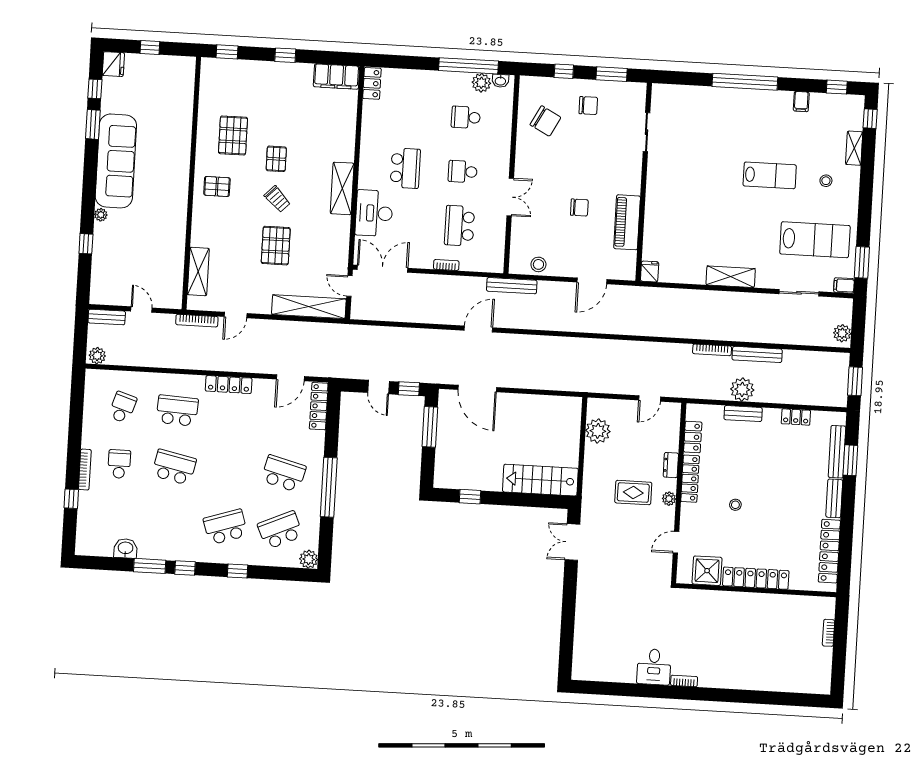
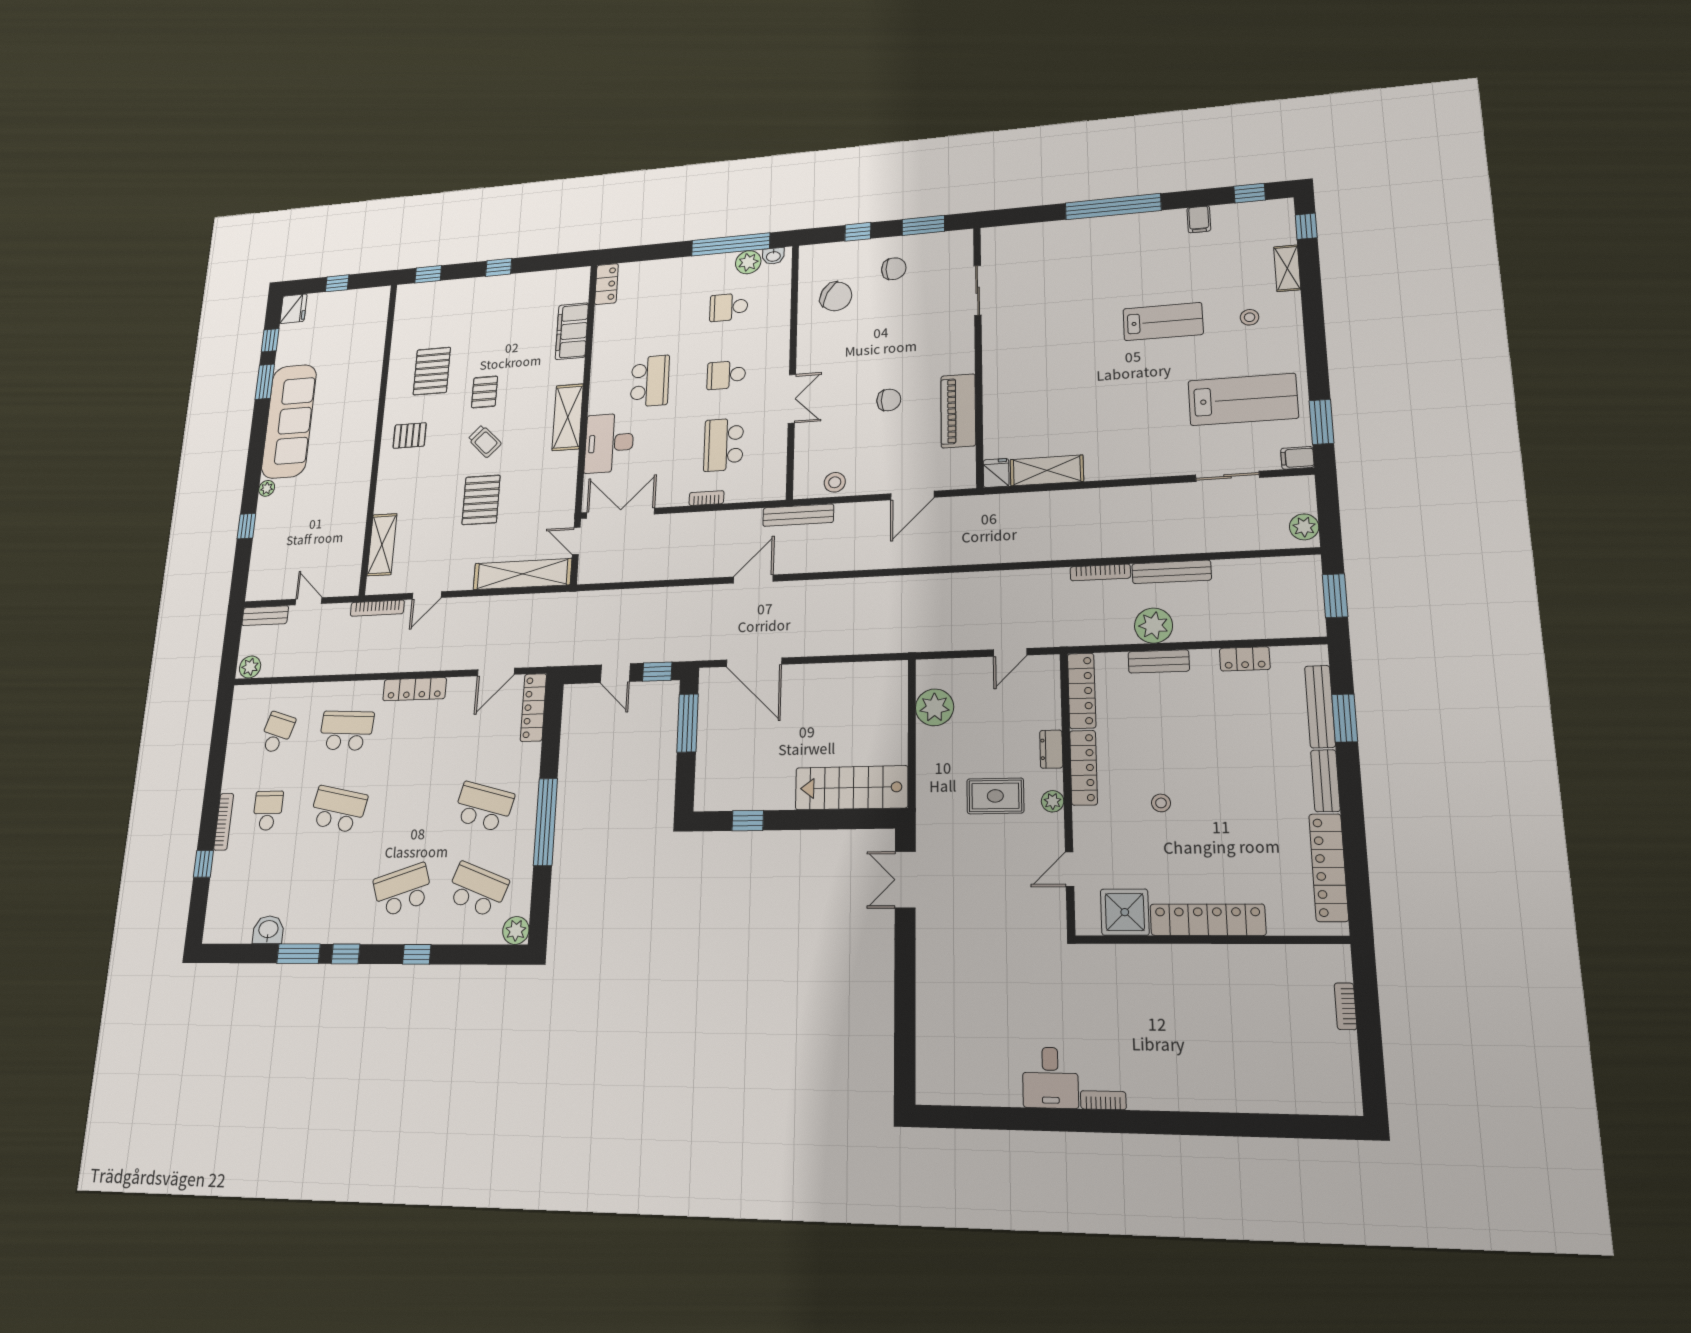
filing cabinet: (336, 77) -> (572, 331), moved, turned 90
shelving: (731, 277) -> (1047, 470), moved
locker: (693, 437) -> (1082, 691), width x1.53
school desk: (280, 530) -> (477, 889), turned 45

